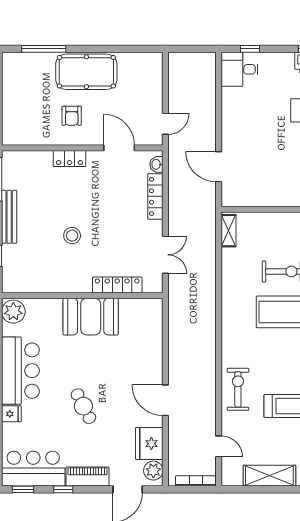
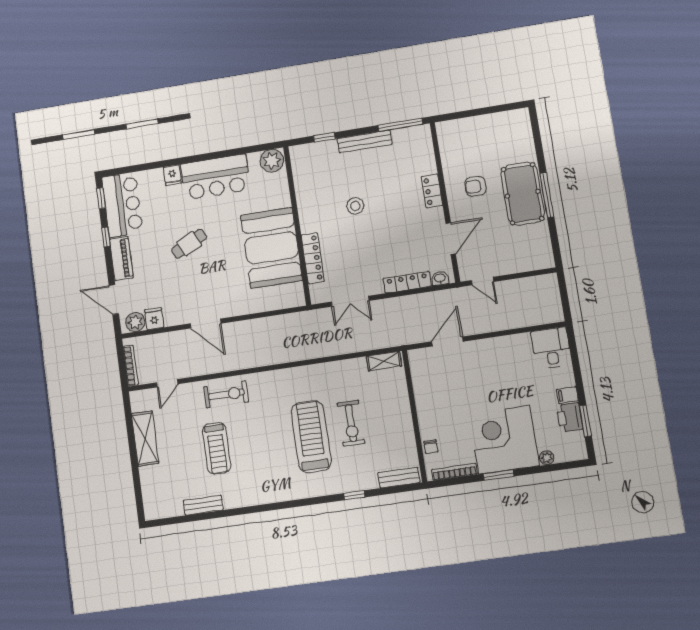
window: (44, 49) -> (547, 195), moved
window: (250, 49) -> (574, 356), removed
filing cabinet: (286, 62) -> (567, 395), added
booth: (91, 317) -> (271, 248), width x1.36, depth x1.42
door: (165, 400) -> (206, 323), swing flipped
fridge: (149, 444) -> (154, 319), width x0.53, depth x0.75

